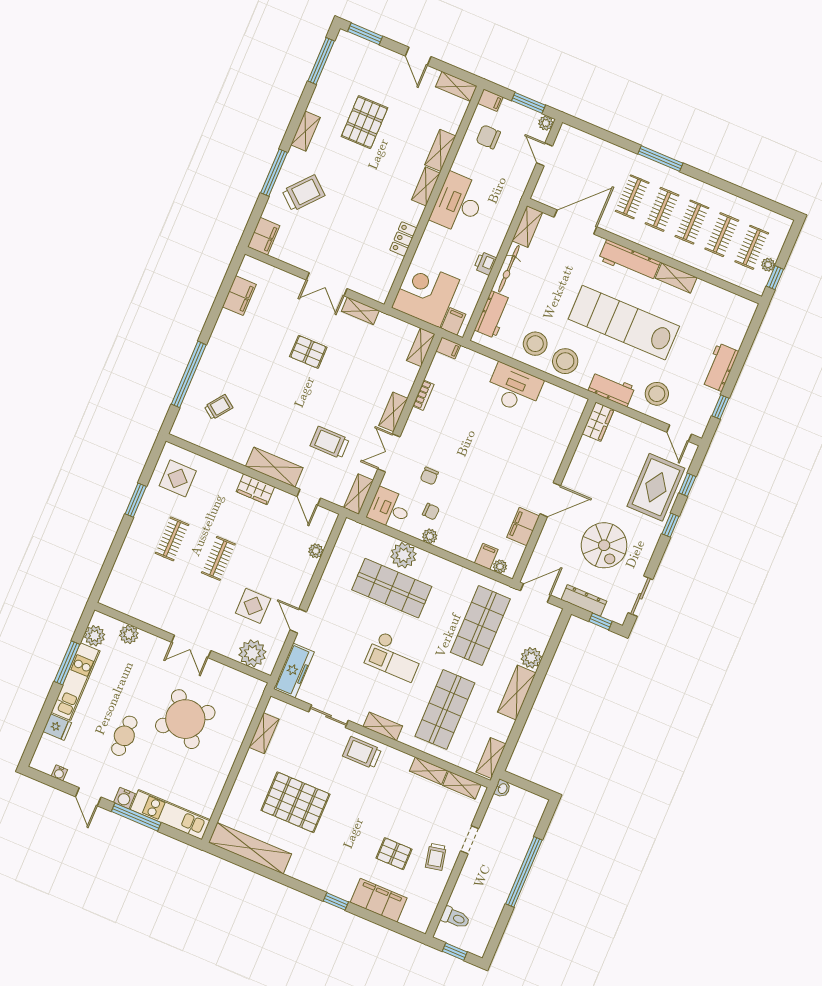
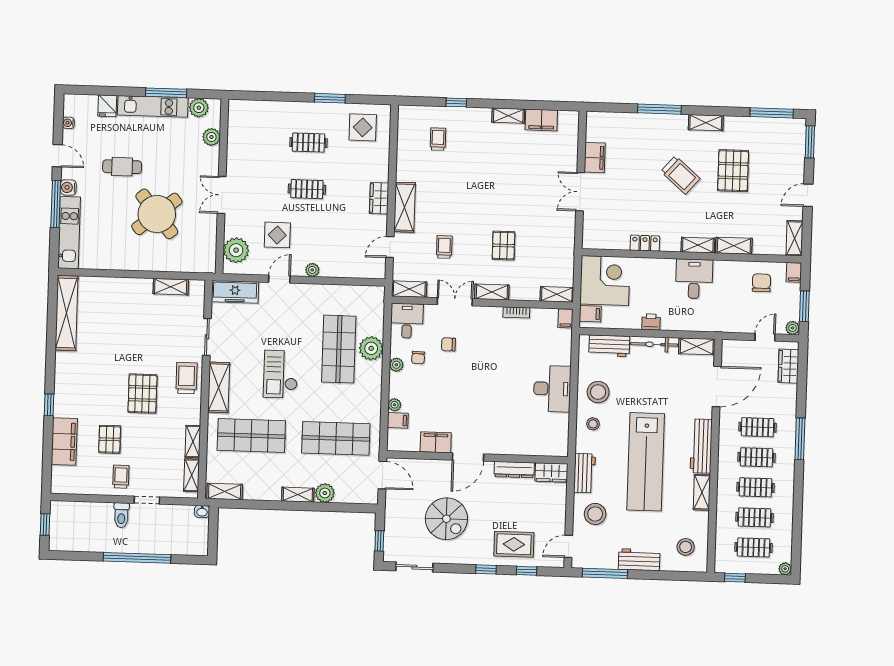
pallet: (364, 122) -> (733, 171), turned 90
wardrobe: (583, 142) -> (788, 366), added
trolley: (303, 193) -> (680, 175), moved
desk: (458, 203) -> (694, 279), width x0.73
door: (575, 222) -> (717, 386), hinge flipped
filing cabinet: (264, 236) -> (595, 158), moved, turned -90
plant: (768, 265) -> (785, 569), moved
shelving: (360, 311) -> (508, 116), moved, turned 90
stool: (725, 315) -> (686, 547), added
lab bench: (624, 323) -> (646, 462), turned 180
pallet: (308, 352) -> (504, 246), moved
stool: (565, 361) -> (593, 424), width x0.53, depth x0.53
window: (189, 374) -> (456, 102), width x0.32
trolley: (219, 407) -> (438, 139), turned -127
window: (720, 407) -> (605, 573), width x2.17
trolley: (330, 442) -> (444, 247), width x0.73, depth x0.72
rug: (656, 487) -> (514, 544), width x0.73, depth x0.70
door: (550, 500) -> (468, 457), hinge flipped
spiral stairs: (604, 545) -> (446, 519), turned -90
plant: (316, 551) -> (312, 270), moved
plant: (500, 566) -> (395, 405), moved
dresser: (584, 600) -> (514, 470), moved, turned 90
shelving: (517, 692) -> (298, 495), width x0.67, depth x0.75
shelving: (383, 726) -> (219, 387), width x1.50, depth x1.33
door: (88, 797) -> (57, 156), swing flipped
pallet: (295, 802) -> (142, 394), moved, width x0.73, depth x0.71
trolley: (436, 857) -> (121, 477), turned 102
toilet: (455, 918) -> (121, 515), moved

